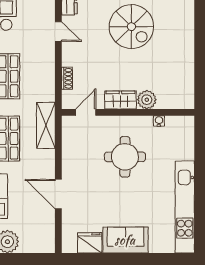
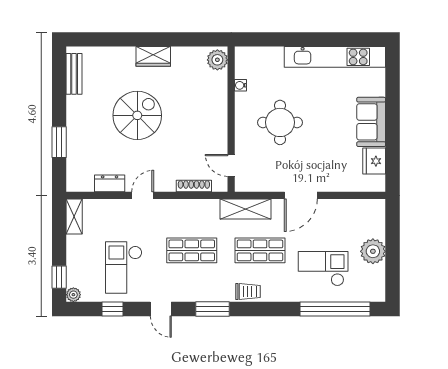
shoe rack: (67, 78) -> (194, 186), width x1.43
wardrobe: (120, 100) -> (153, 56), moved, turned -90
plant: (147, 100) -> (217, 60), moved
door: (58, 194) -> (301, 195), moved

